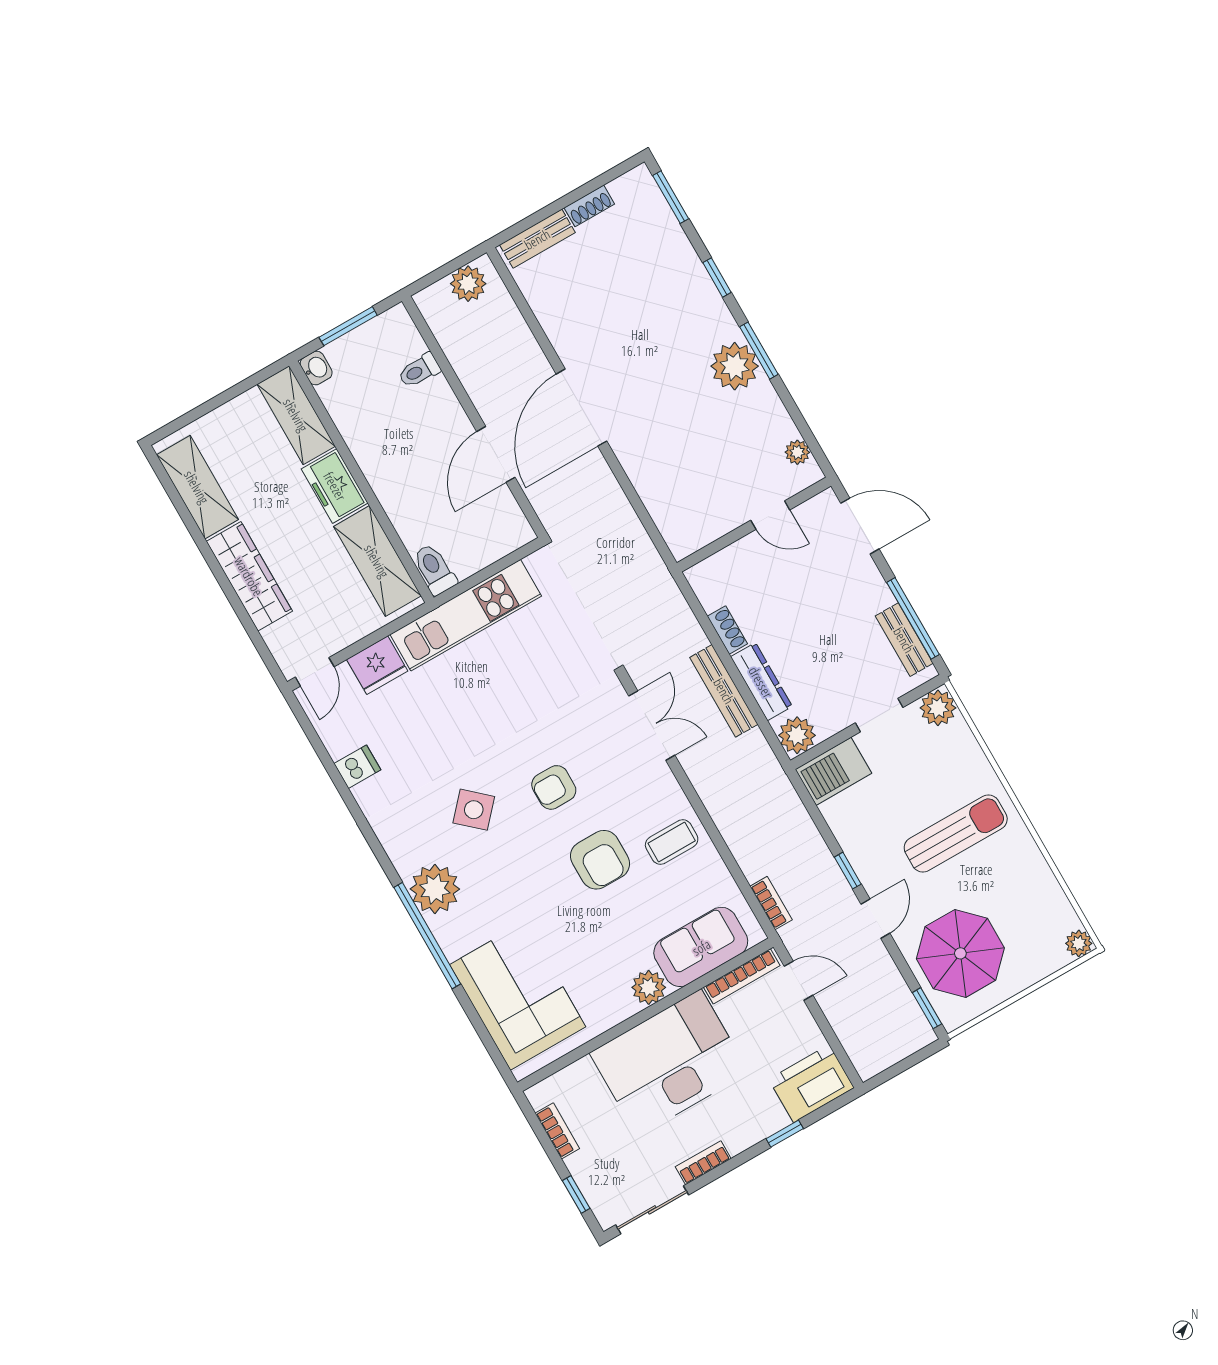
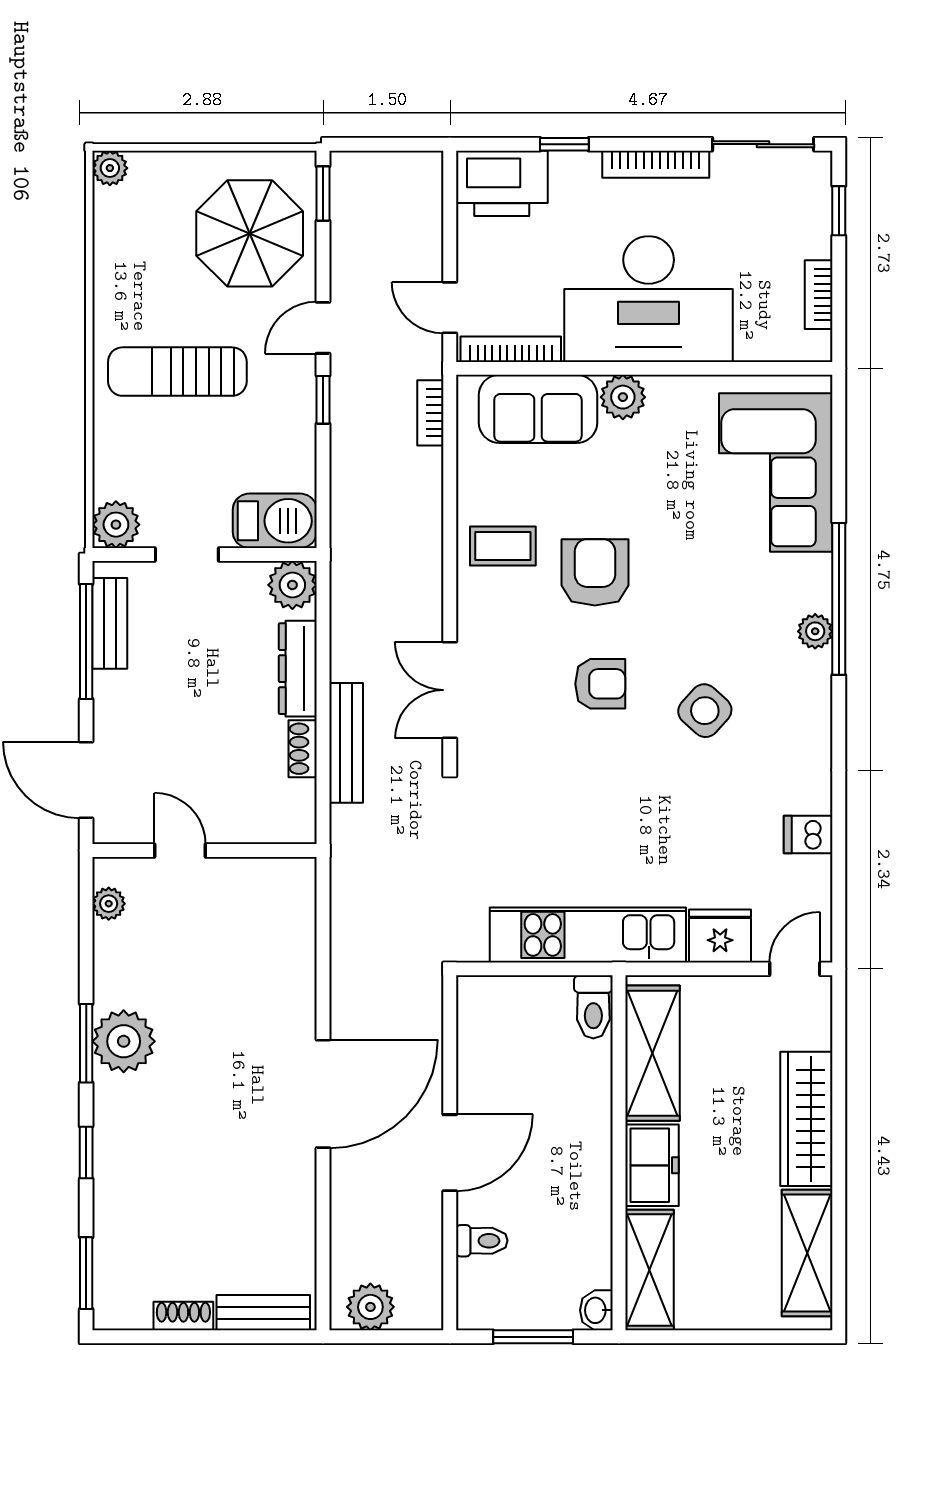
door: (496, 454) -> (450, 1153), moved
bench: (724, 691) -> (346, 743), moved
plant: (435, 889) -> (815, 631), width x0.53, depth x0.53
bookcase: (703, 1163) -> (656, 164), width x1.56

